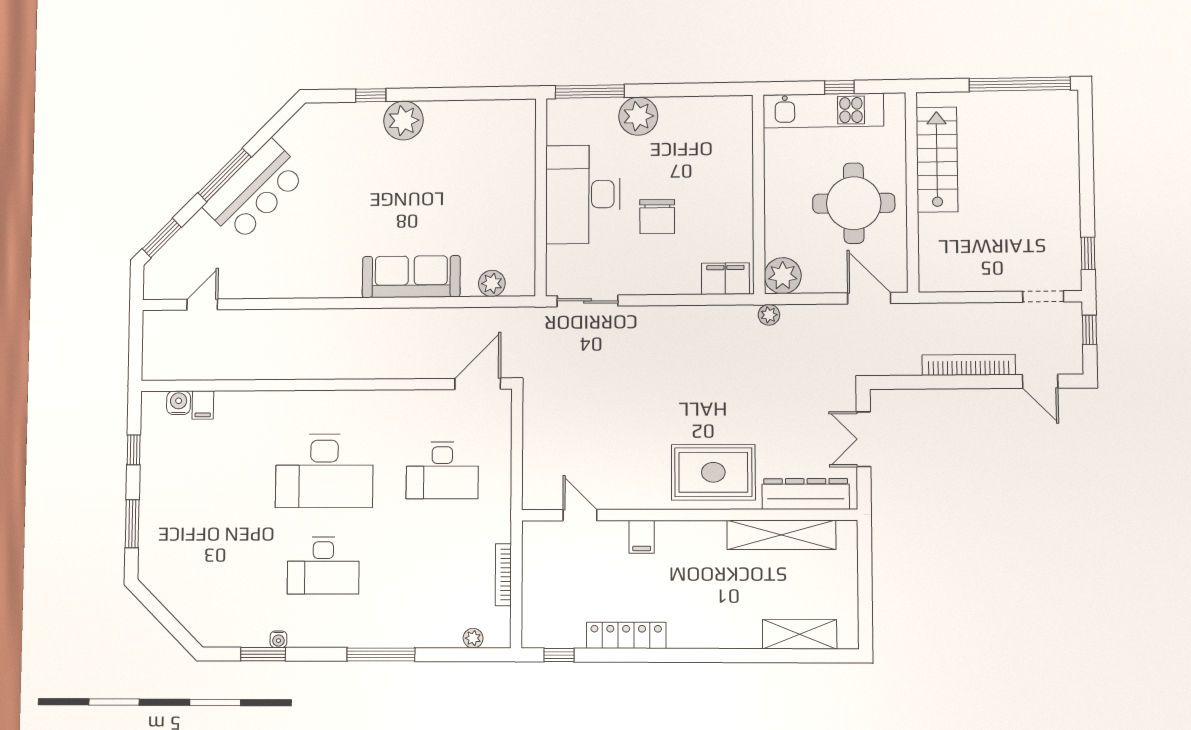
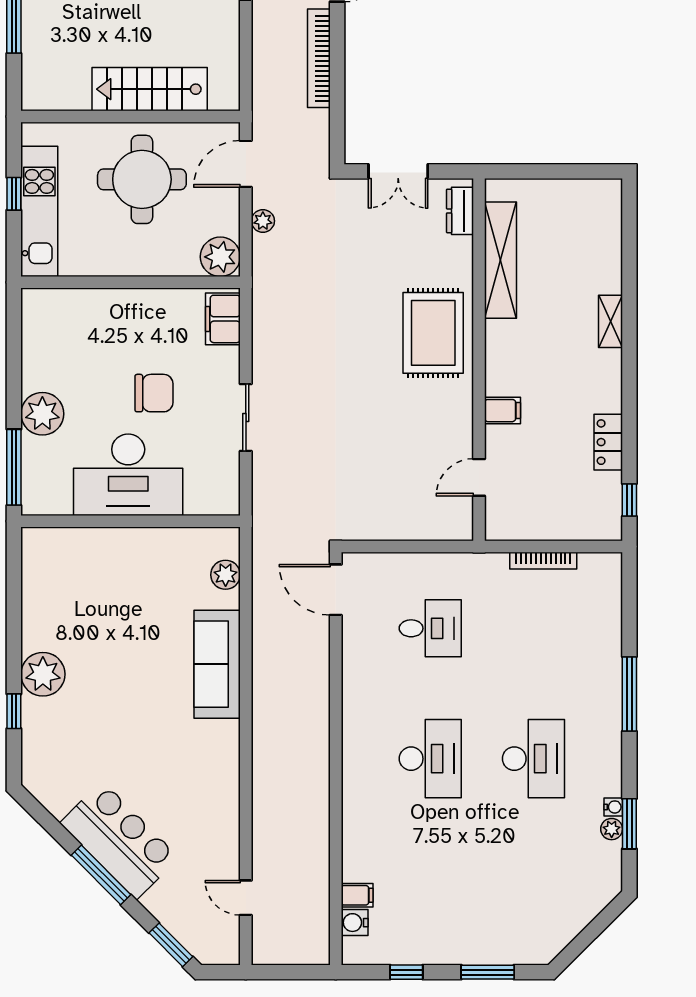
stairs: (937, 160) -> (150, 89), moved
sliding door: (588, 301) -> (246, 417), moved
plant: (769, 315) -> (263, 221), moved
desk: (442, 470) -> (430, 628), width x0.73
desk: (324, 471) -> (430, 759), width x0.73, depth x0.77
dresser: (806, 494) -> (460, 211), width x0.51, depth x0.80
shelving: (800, 634) -> (611, 321), moved, width x0.67, depth x0.75
locker: (626, 635) -> (608, 442), width x0.66
plant: (473, 638) -> (612, 829), moved

